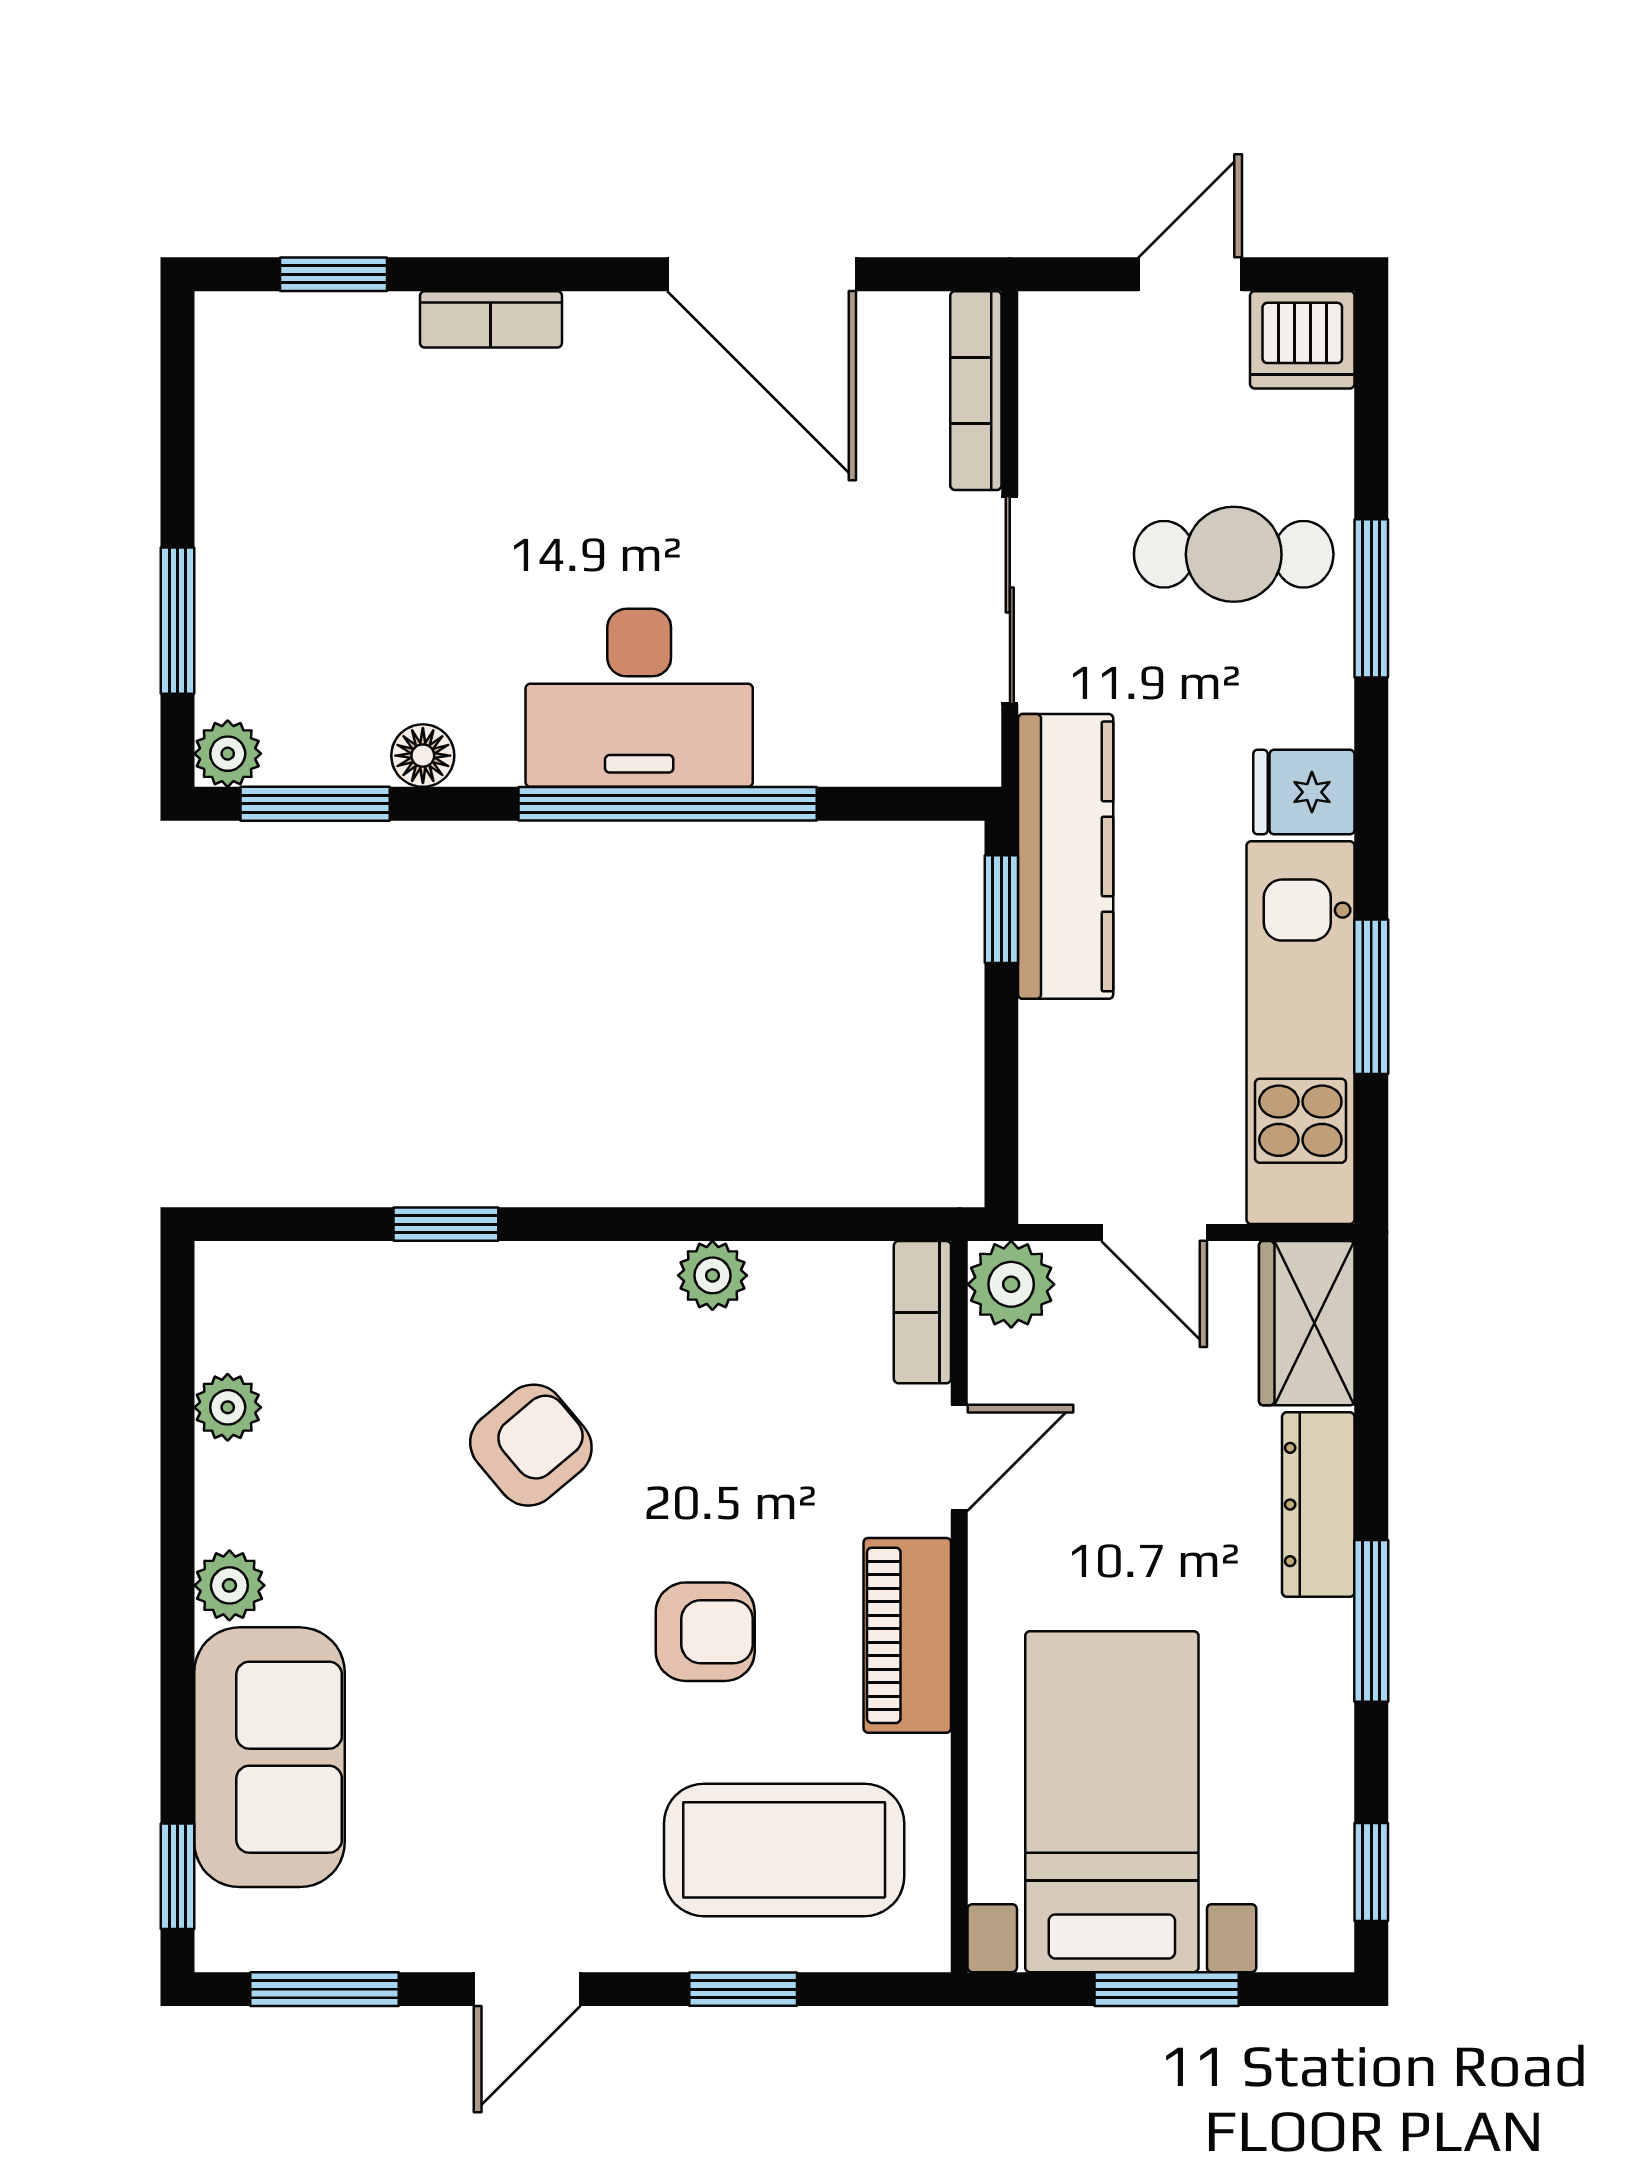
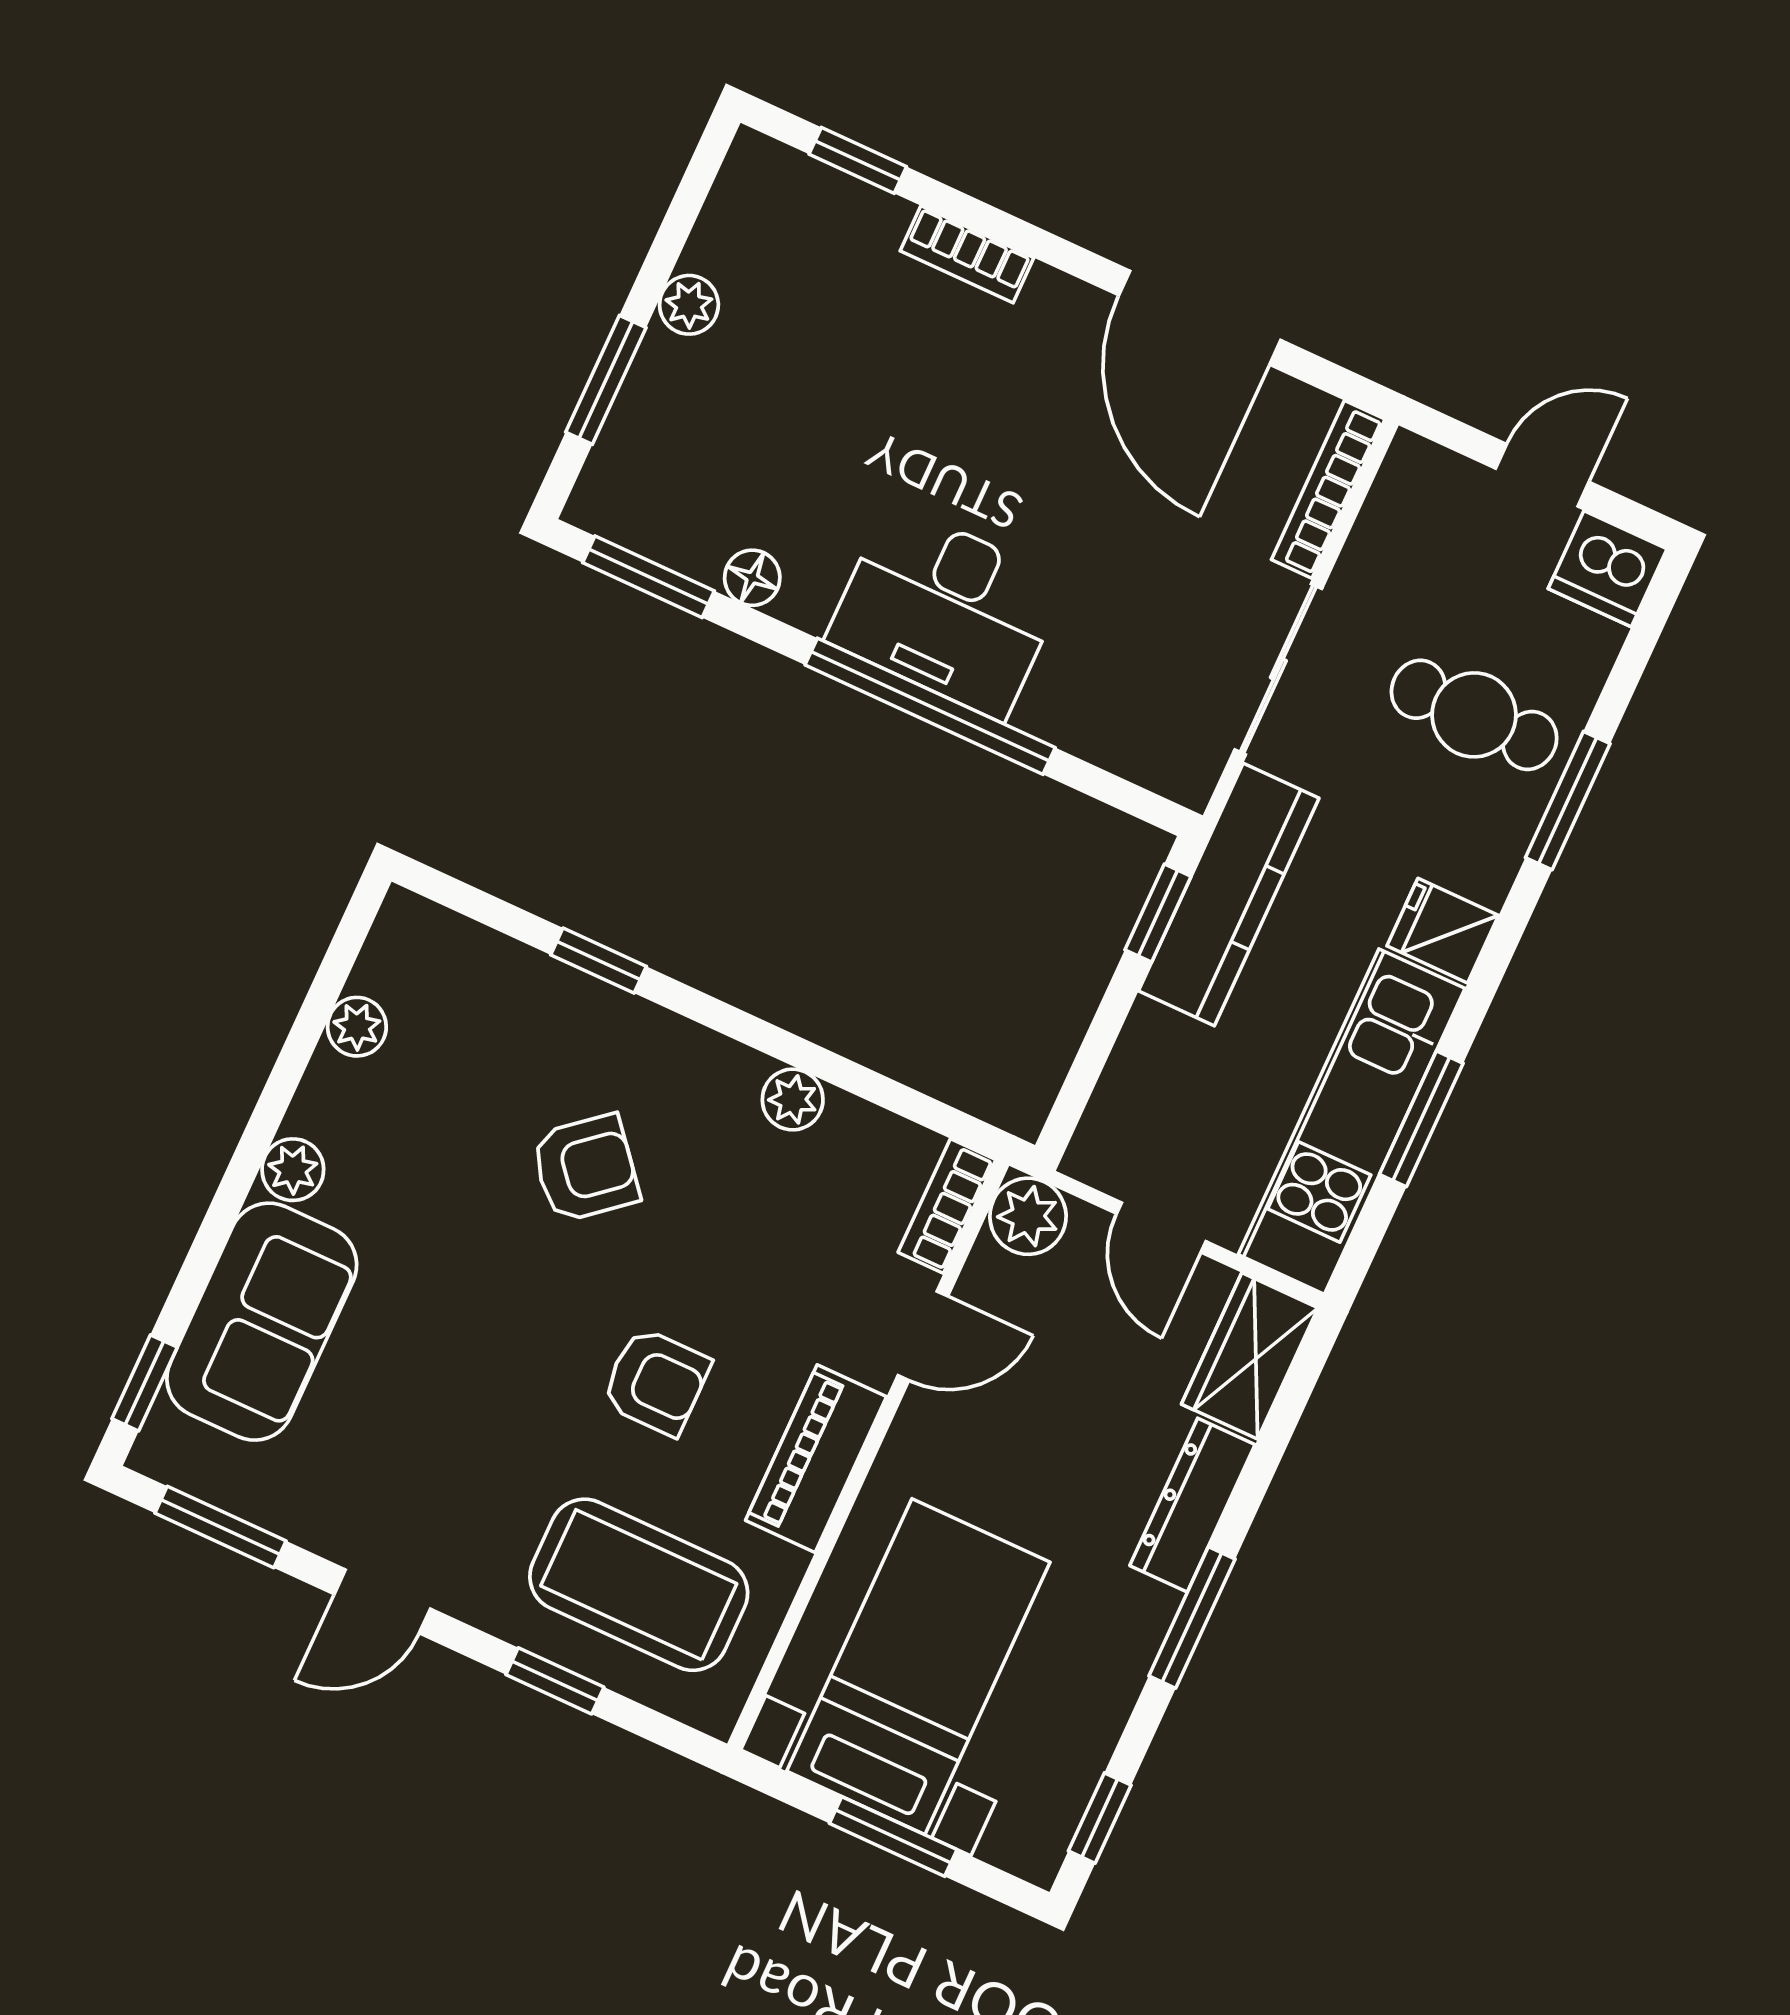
plant: (228, 754) -> (689, 305), moved

